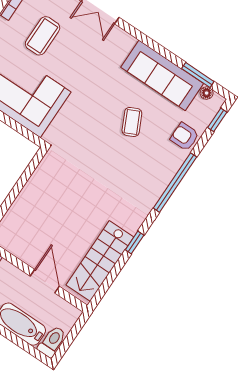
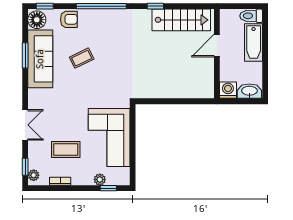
window: (198, 75) -> (25, 55), moved
floor lamp: (207, 93) -> (37, 20), width x1.89, depth x1.89
armchair: (185, 137) -> (69, 19), turned -90

